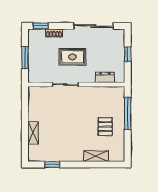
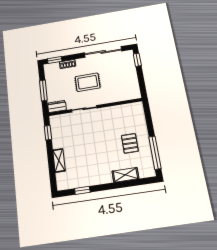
window: (128, 54) -> (137, 60), moved
dresser: (105, 77) -> (57, 106), moved
window: (25, 103) -> (48, 133), added
window: (128, 114) -> (155, 153), moved

